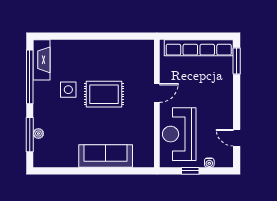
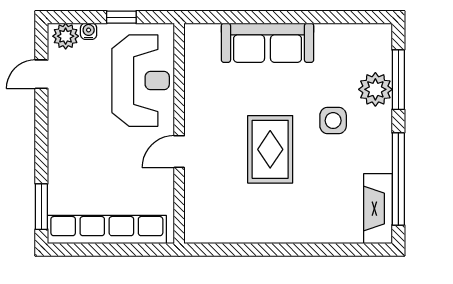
side table: (68, 90) -> (333, 121), moved
rug: (104, 94) -> (270, 149), turned 90
plant: (38, 134) -> (375, 89), width x1.87, depth x1.87
door: (237, 138) -> (41, 74), swing flipped
plant: (223, 160) -> (66, 36), added

